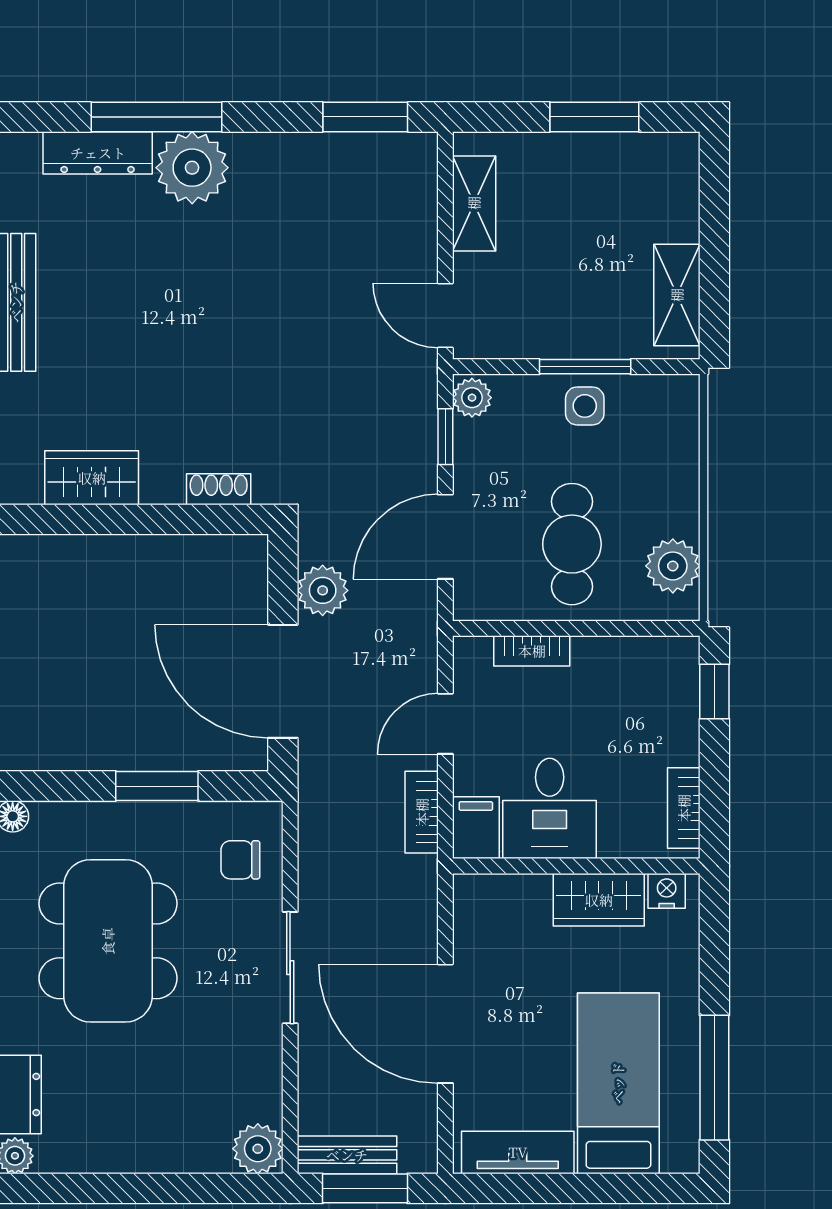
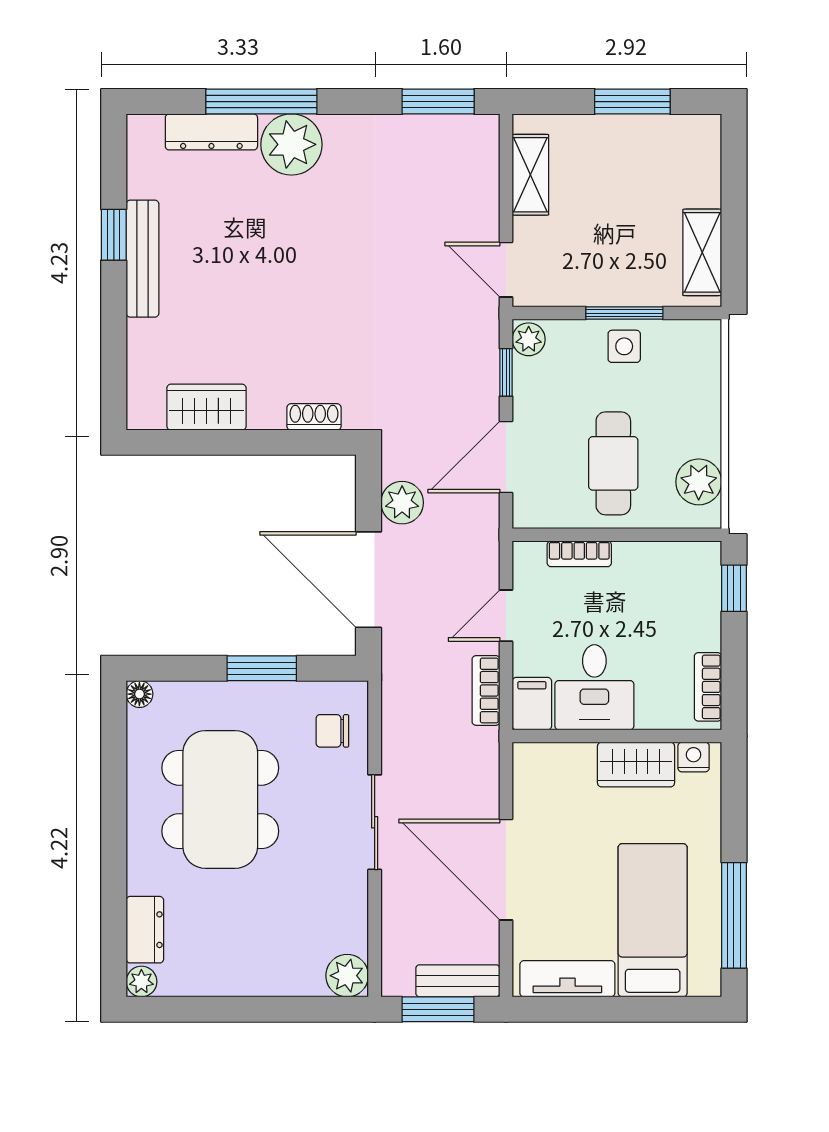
bench: (347, 1155) -> (458, 981), moved

